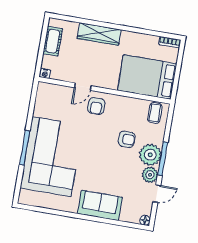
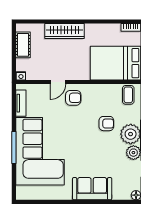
tv unit: (40, 102) -> (21, 103), added
armchair: (96, 106) -> (73, 98), turned -90

